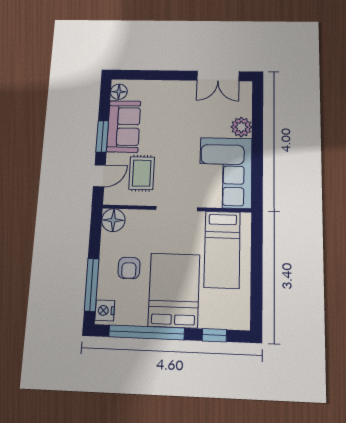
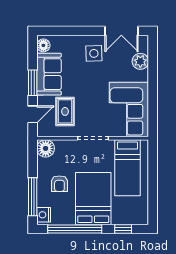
side table: (182, 102) -> (94, 53), added
plant: (241, 127) -> (140, 61), moved

